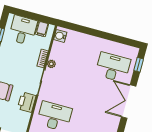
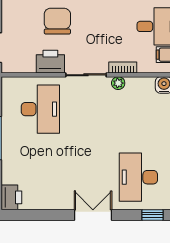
desk: (113, 67) -> (138, 177), turned 180
double door: (129, 102) -> (93, 215), width x0.73

